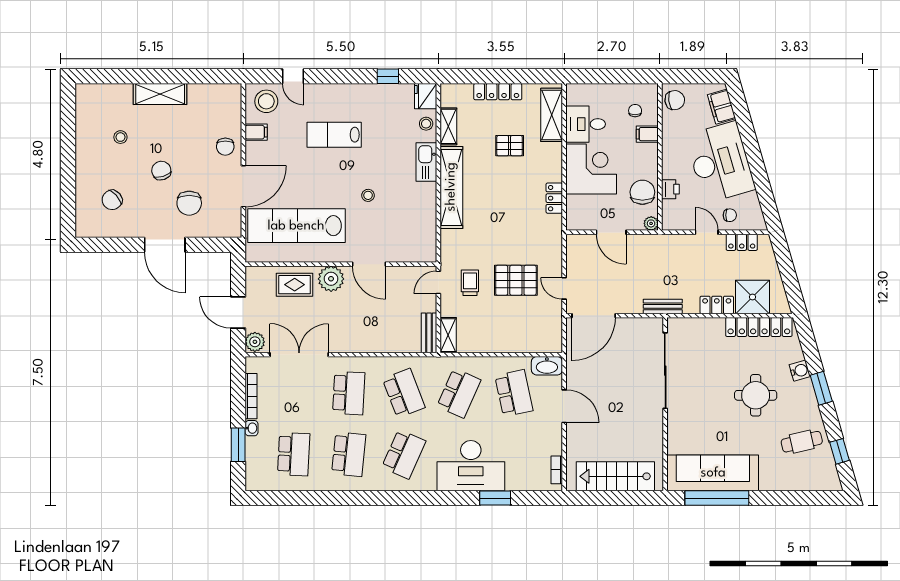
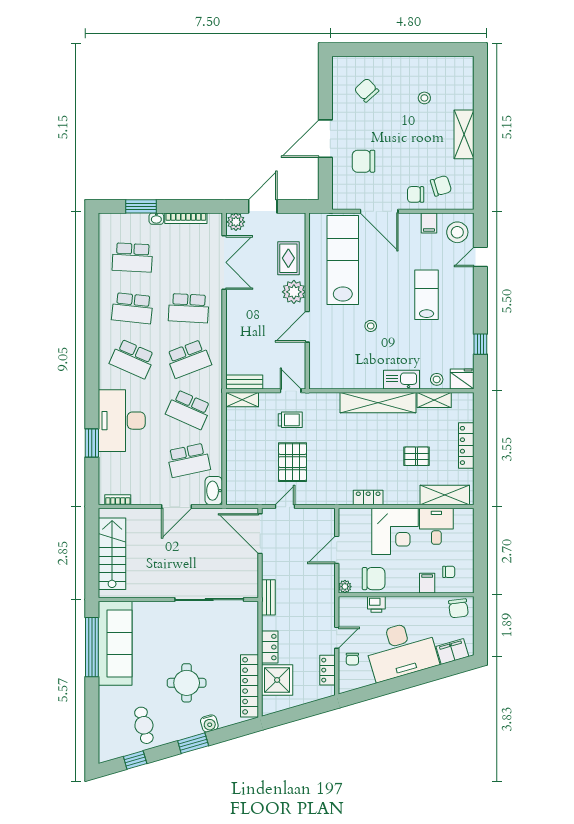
pallet: (510, 146) -> (416, 456), turned 90
chair: (161, 171) -> (441, 186), moved

